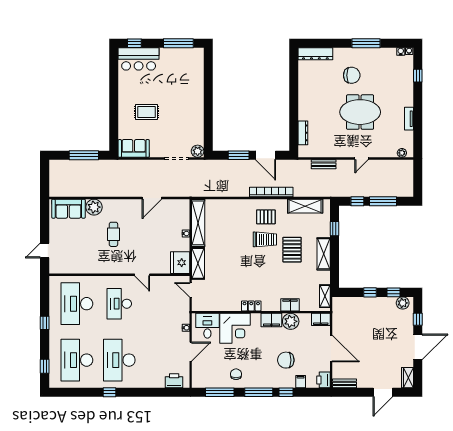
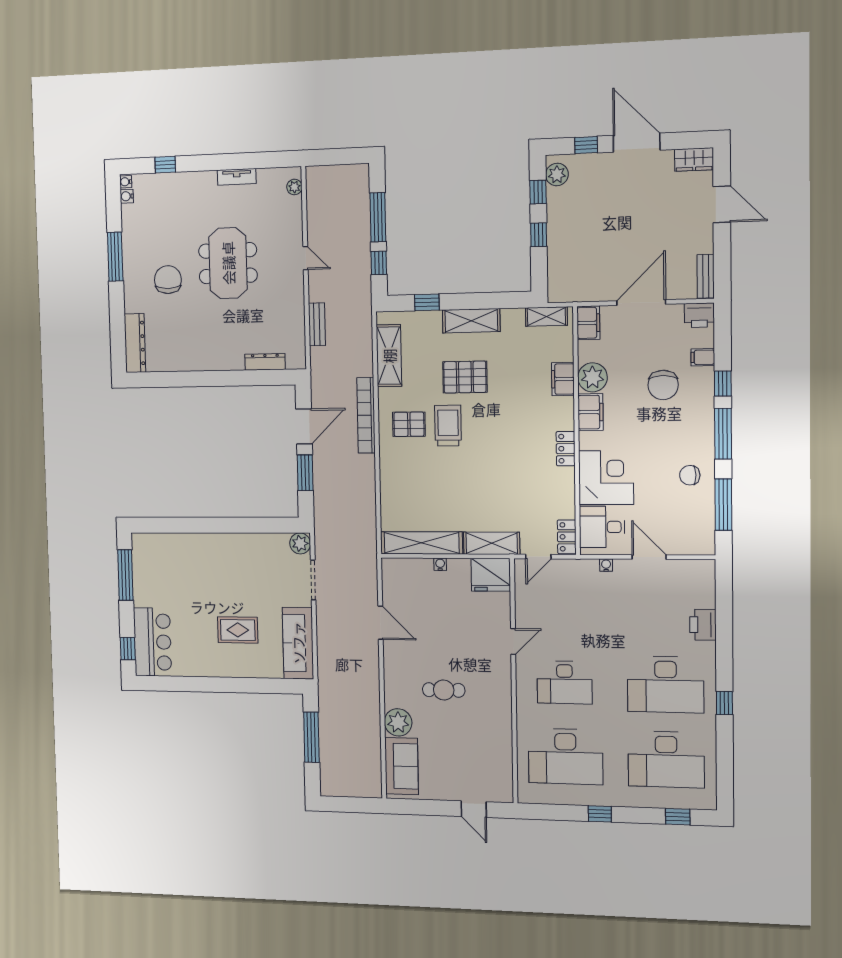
rug: (146, 112) -> (238, 630), turned 90
sofa: (134, 148) -> (298, 643), width x1.36
pallet: (266, 217) -> (409, 424), turned 90
locker: (202, 306) -> (567, 537), added
printer: (174, 381) -> (703, 625), moved

